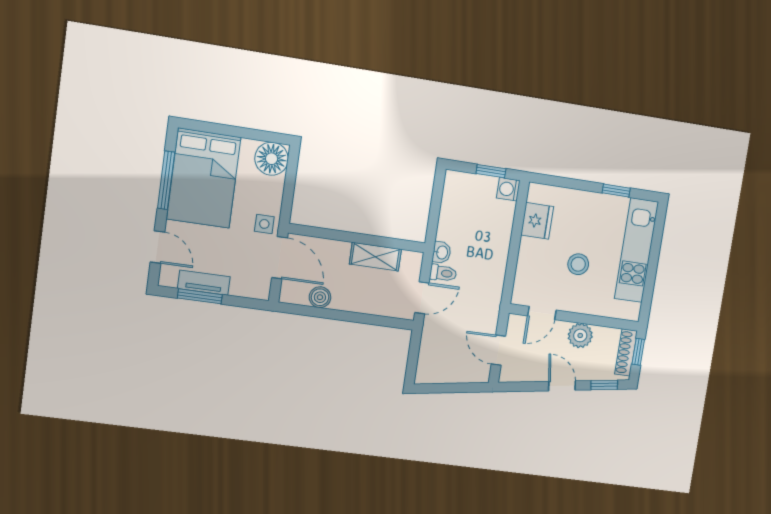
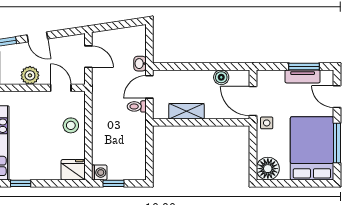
fridge: (537, 221) -> (73, 170), moved, turned 90
washbasin: (442, 252) -> (140, 64), moved
stool: (578, 264) -> (71, 125), moved
door: (542, 313) -> (61, 88), hinge flipped

